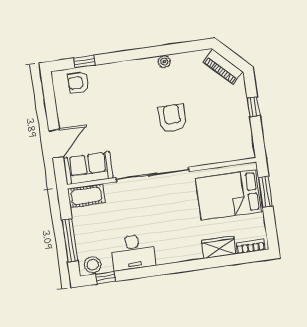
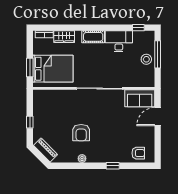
window: (85, 62) -> (113, 166), moved
armchair: (172, 118) -> (81, 133), moved
cot: (86, 196) -> (93, 37), moved
stool: (93, 265) -> (146, 59), moved

